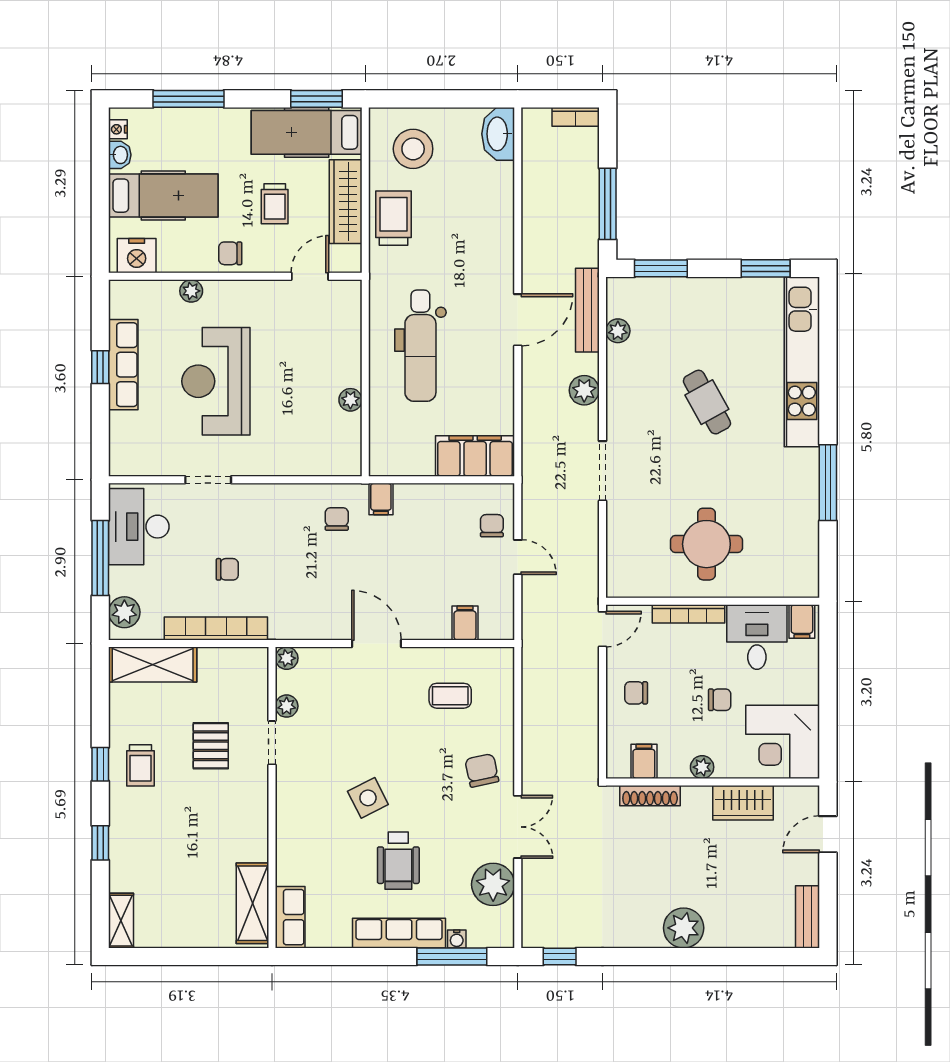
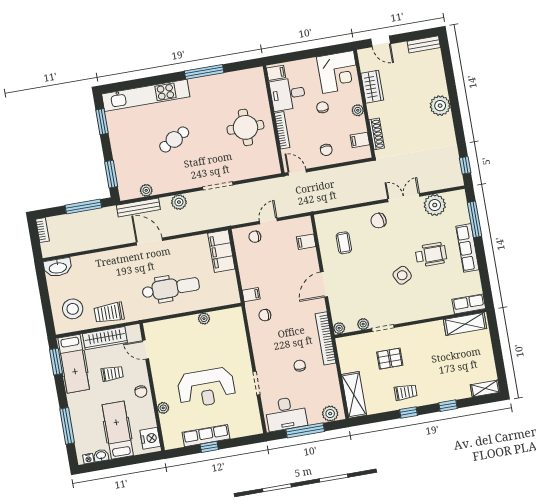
bookcase: (216, 628) -> (326, 338), moved
water cooler: (457, 939) -> (465, 219), removed

